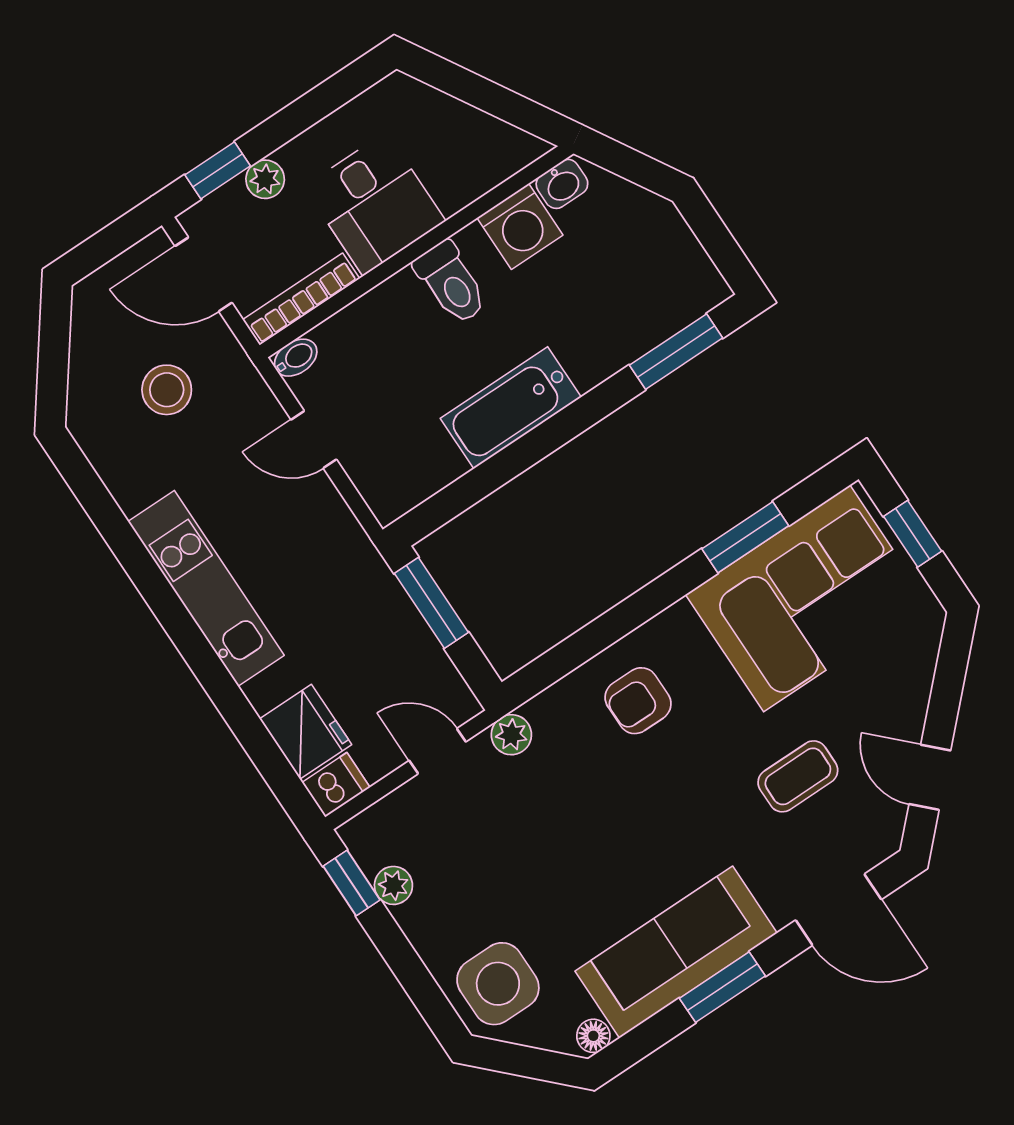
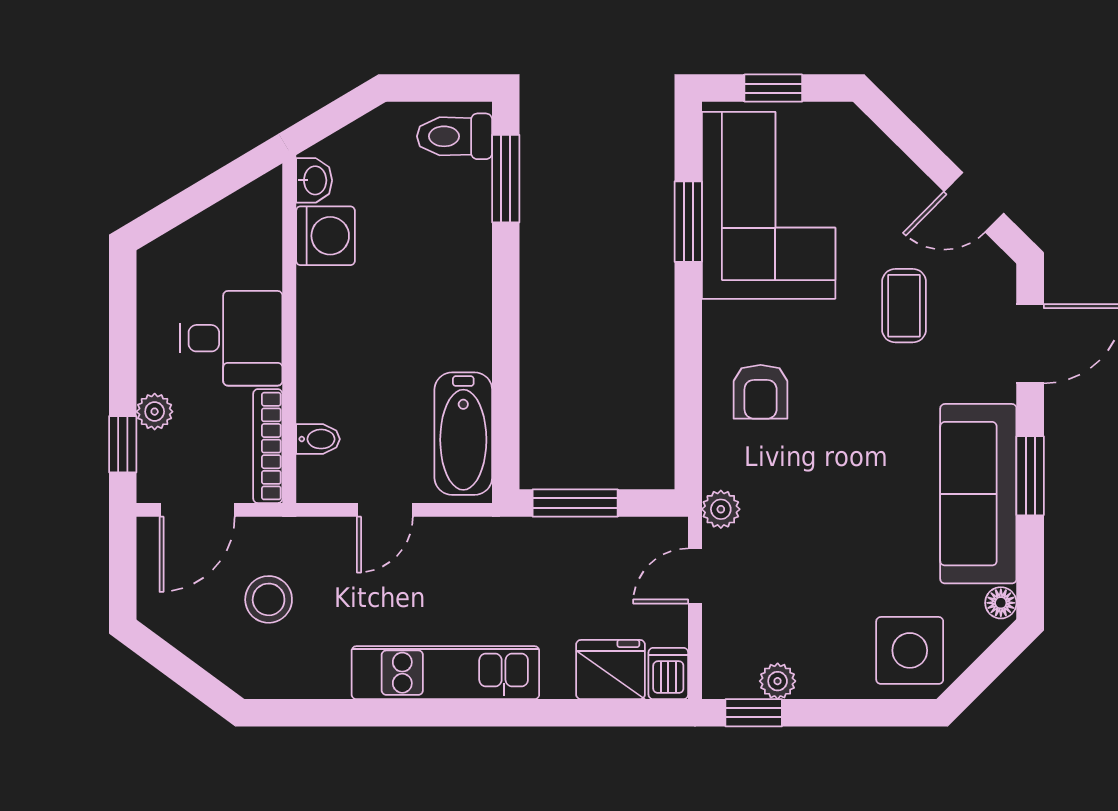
toilet: (451, 283) -> (455, 136), moved, turned 180
bidet: (296, 358) -> (318, 439), moved, turned 90
bathtub: (511, 408) -> (463, 434), moved

